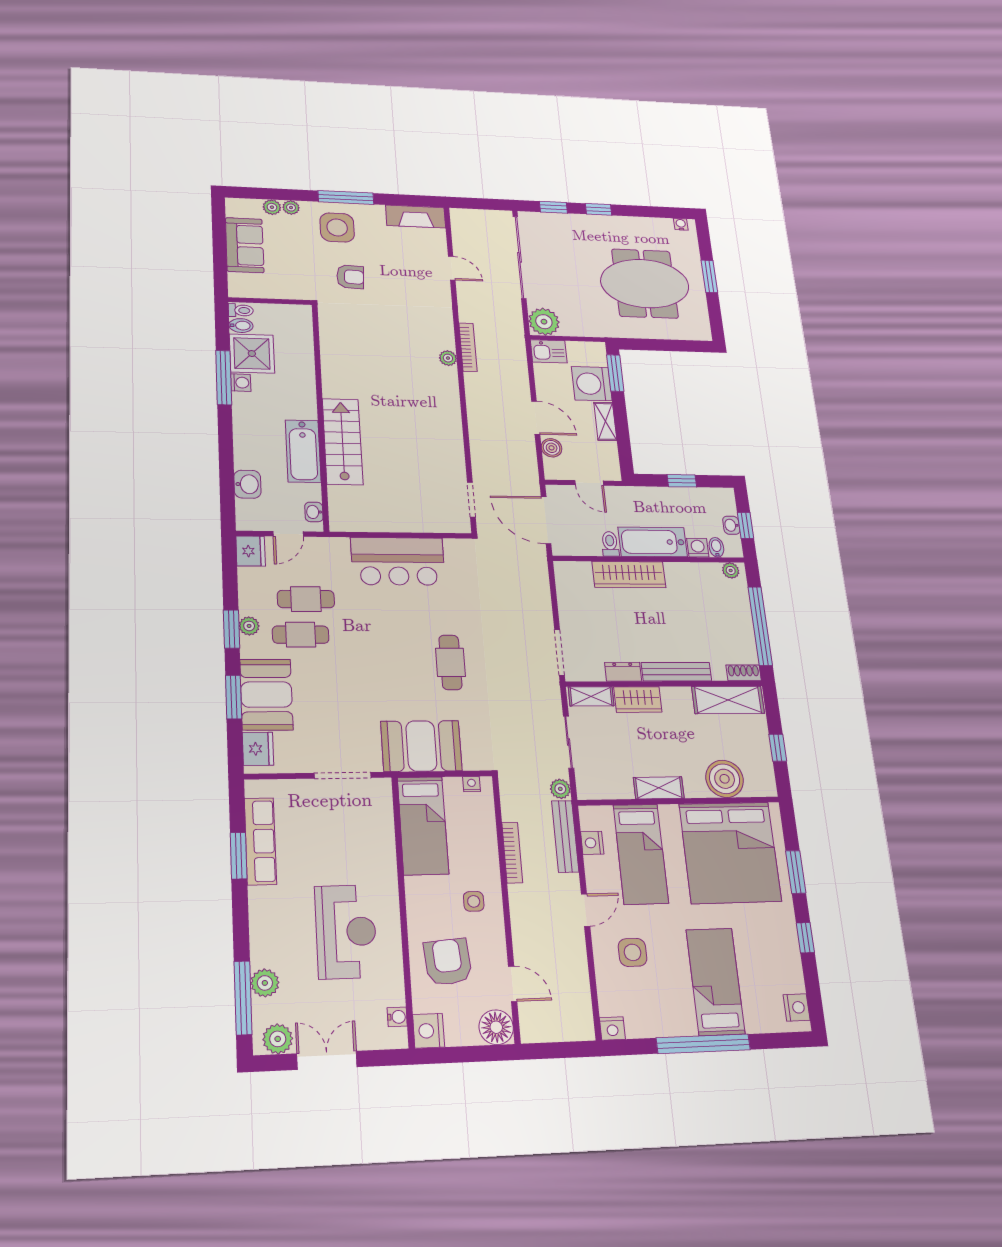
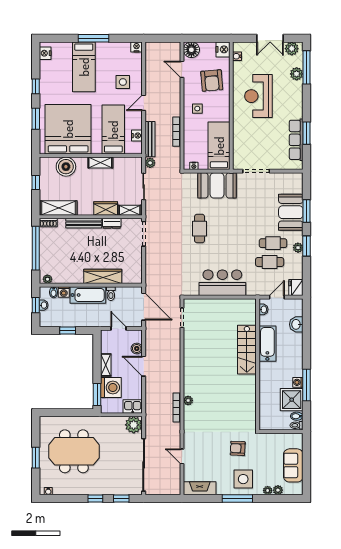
fridge: (258, 749) -> (296, 185), removed
window: (703, 1044) -> (93, 38), width x0.68

